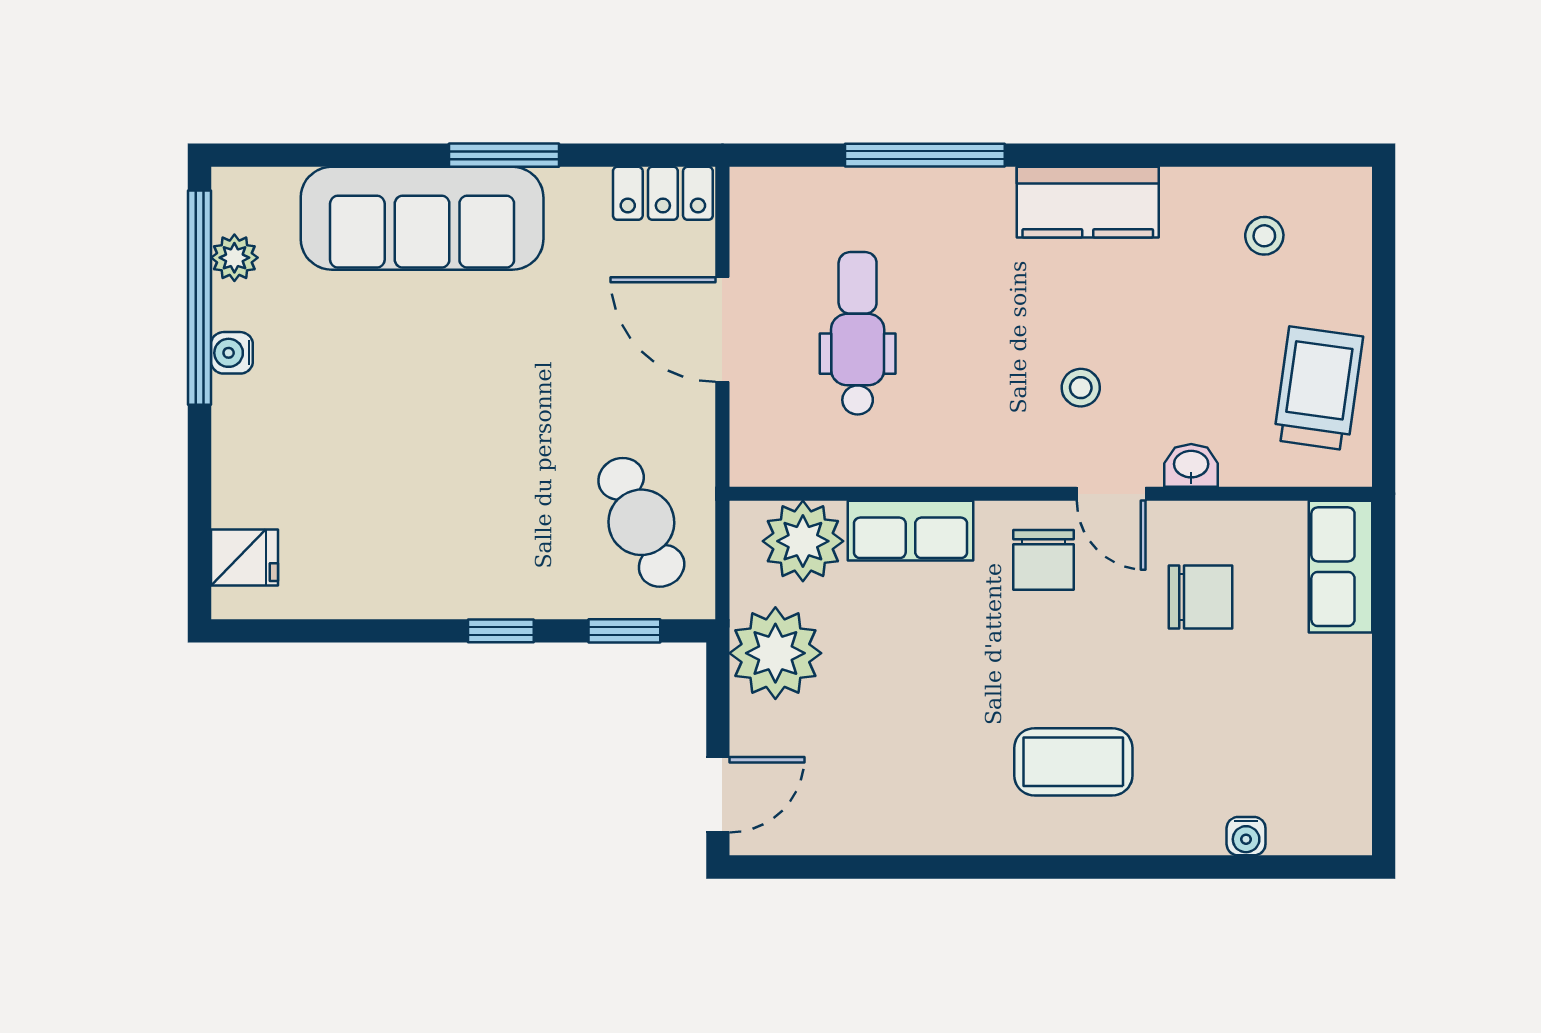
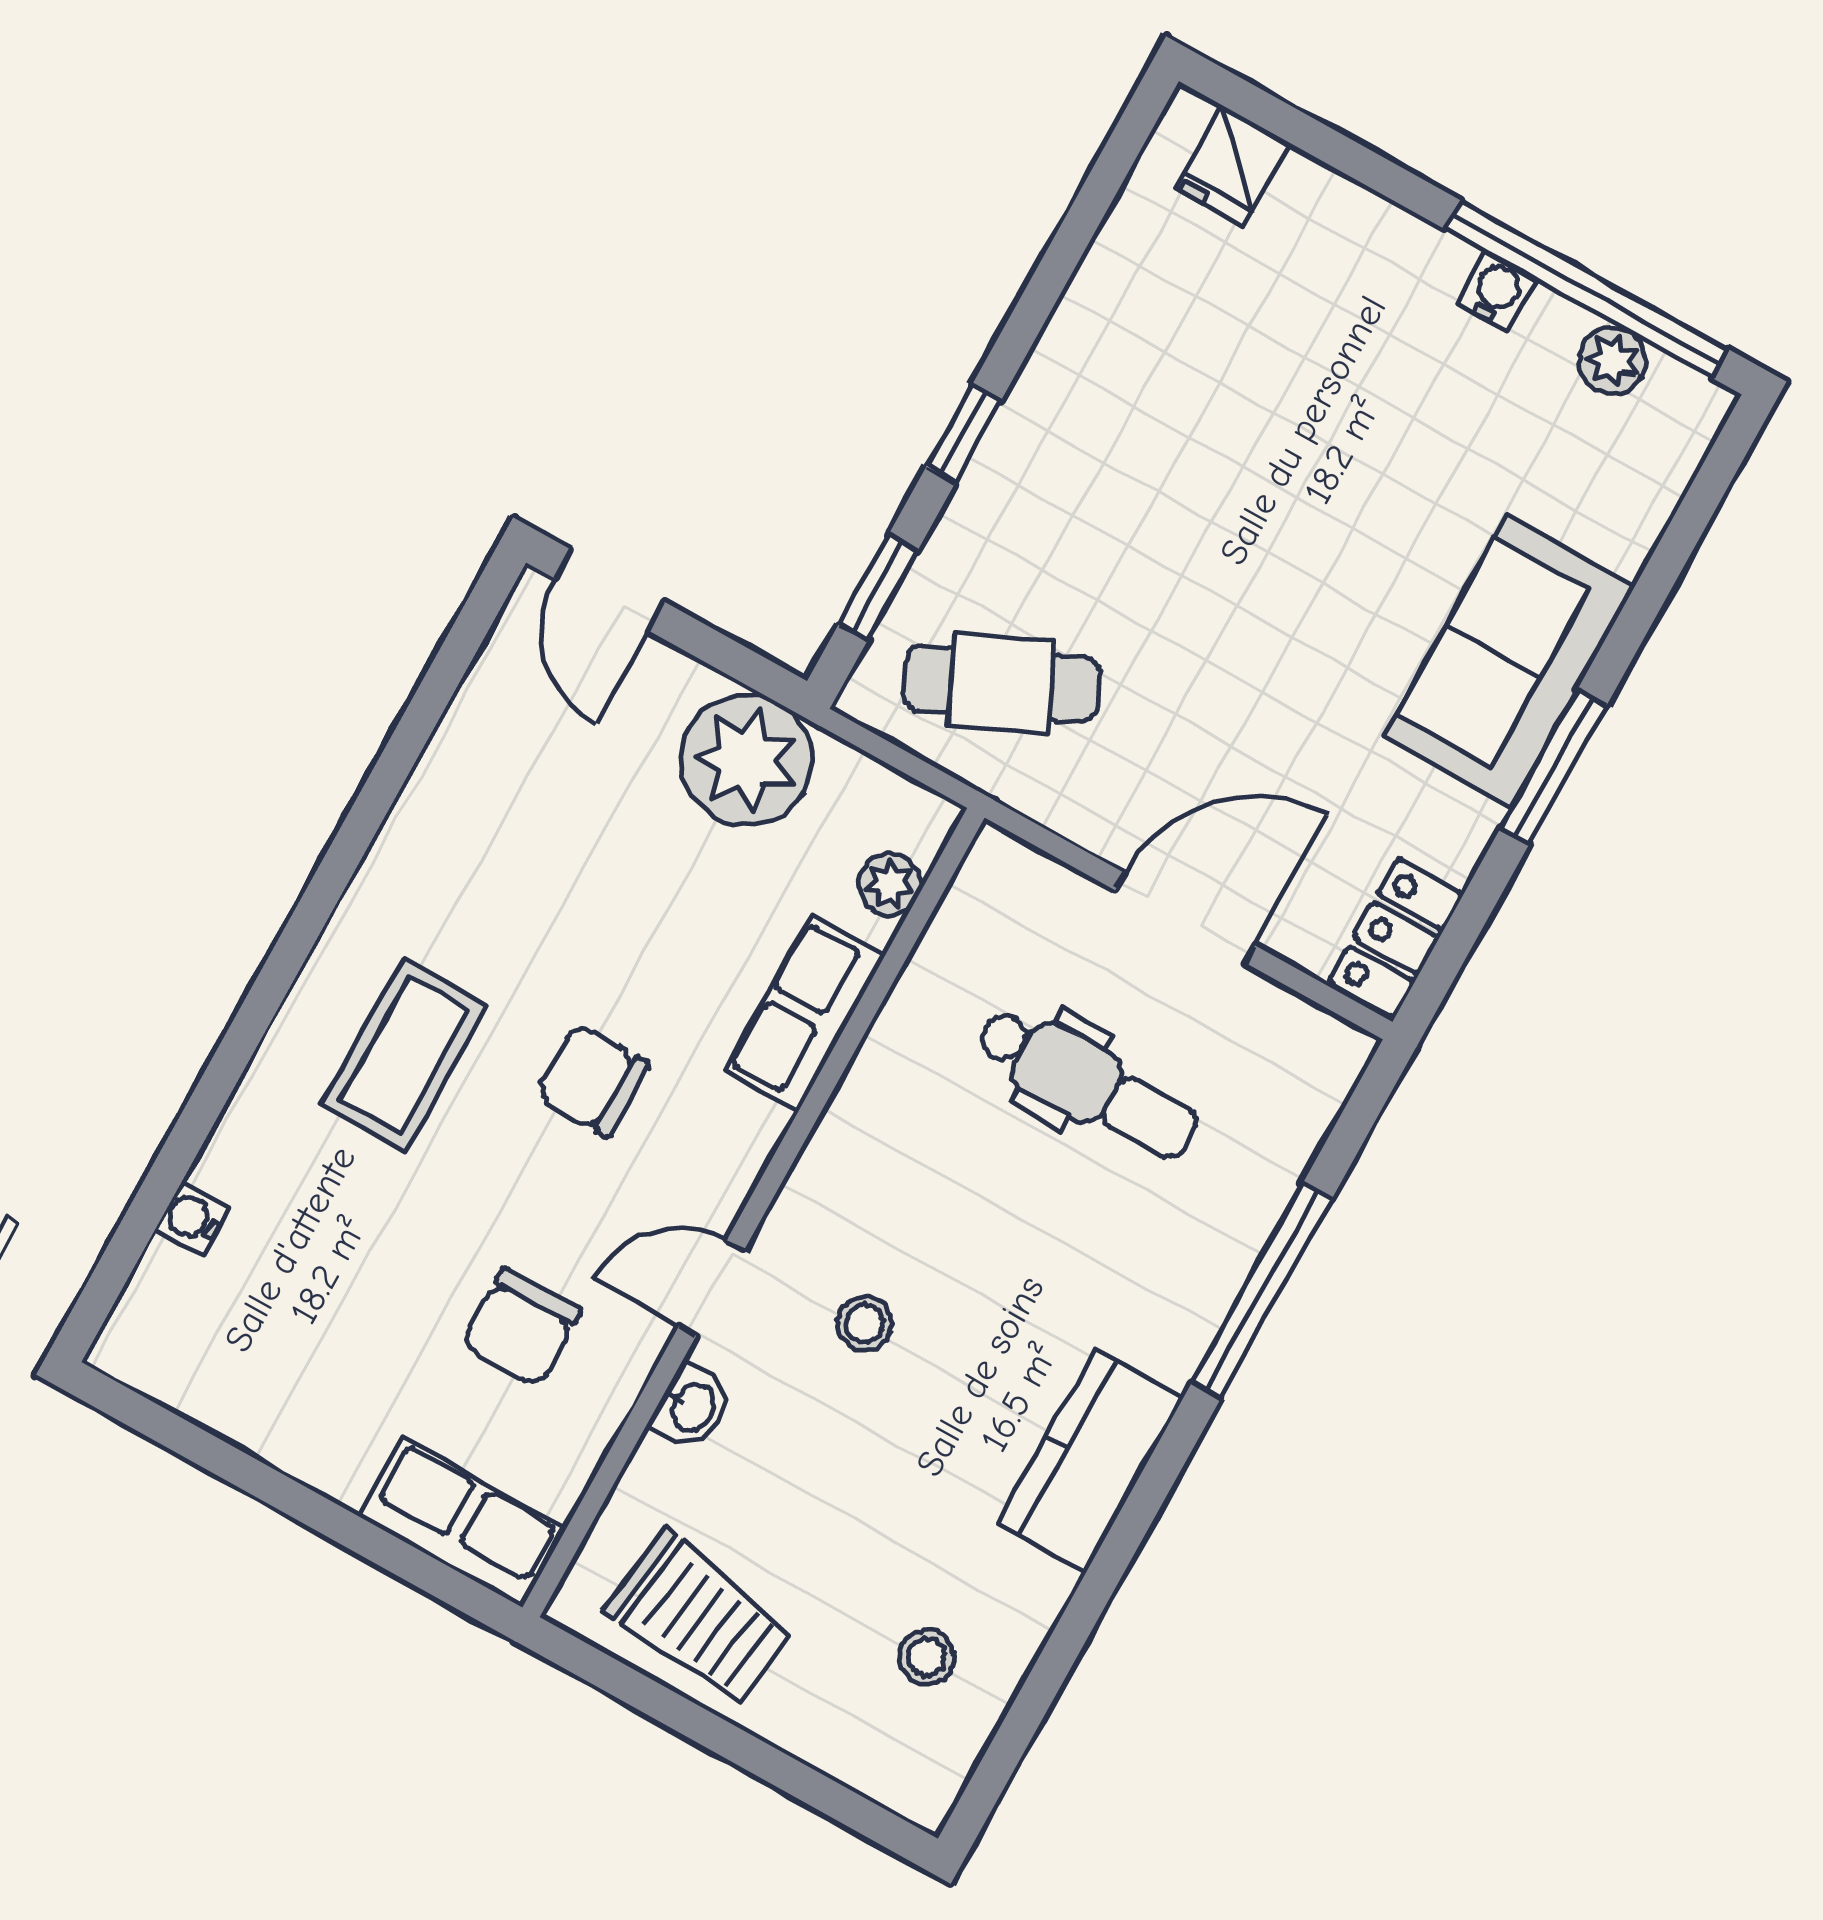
sofa: (422, 218) -> (1509, 661), width x0.73
plant: (803, 541) -> (890, 885), width x0.53, depth x0.53
chair: (1044, 560) -> (593, 1080), moved

